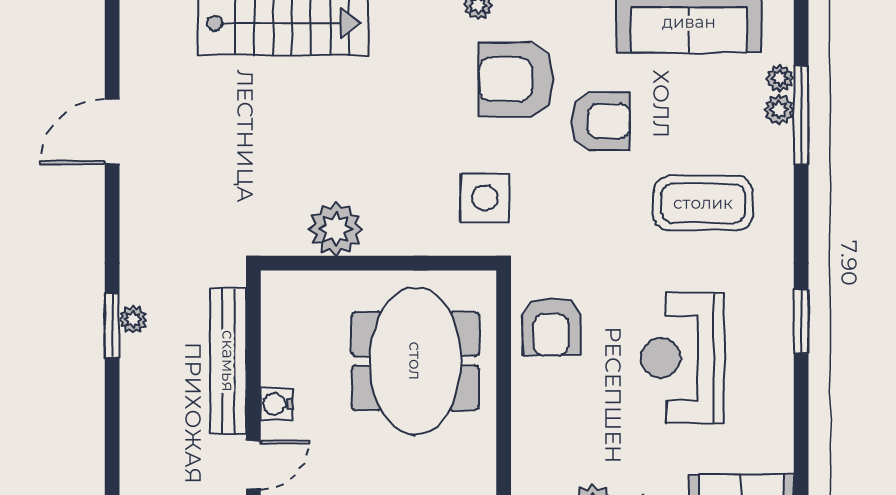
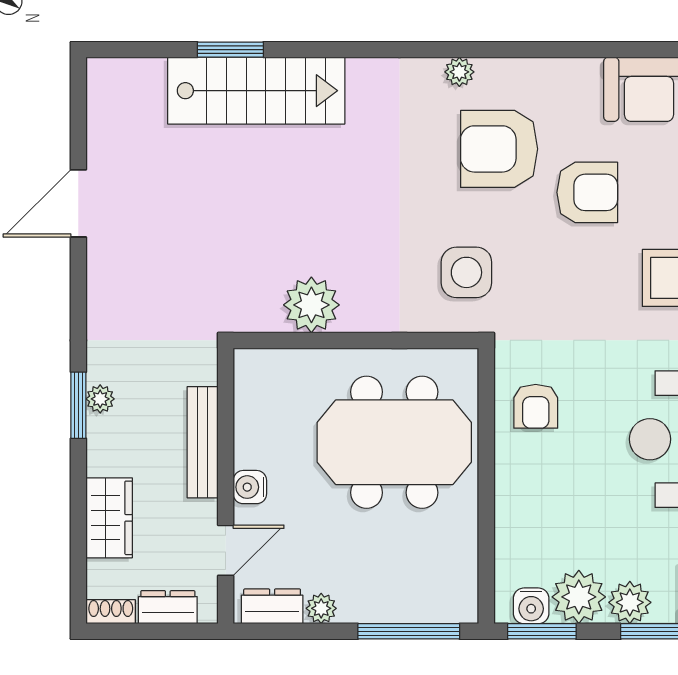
armchair: (551, 326) -> (536, 406), width x0.72, depth x0.72
bench: (228, 361) -> (203, 442), width x0.73, depth x0.82
meeting table: (415, 361) -> (394, 442), turned 90
wardrobe: (142, 434) -> (109, 518), added

